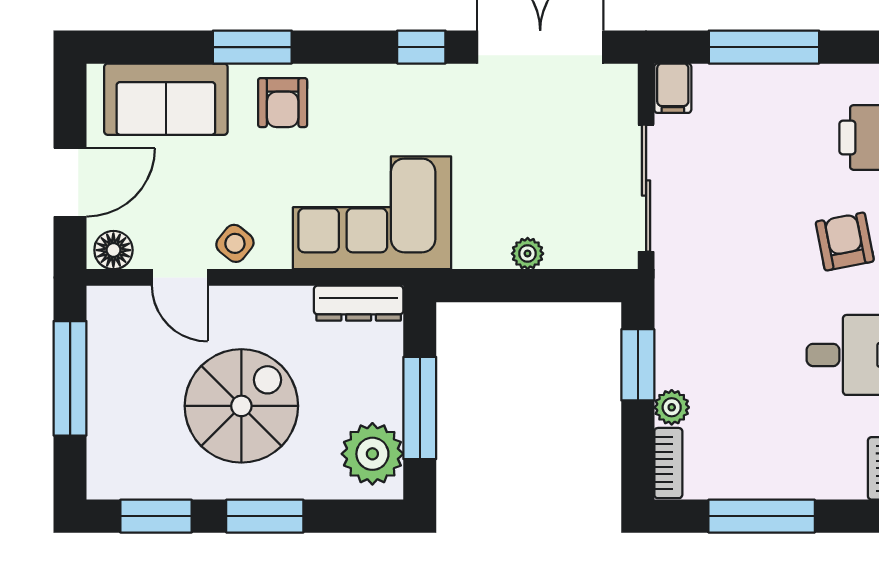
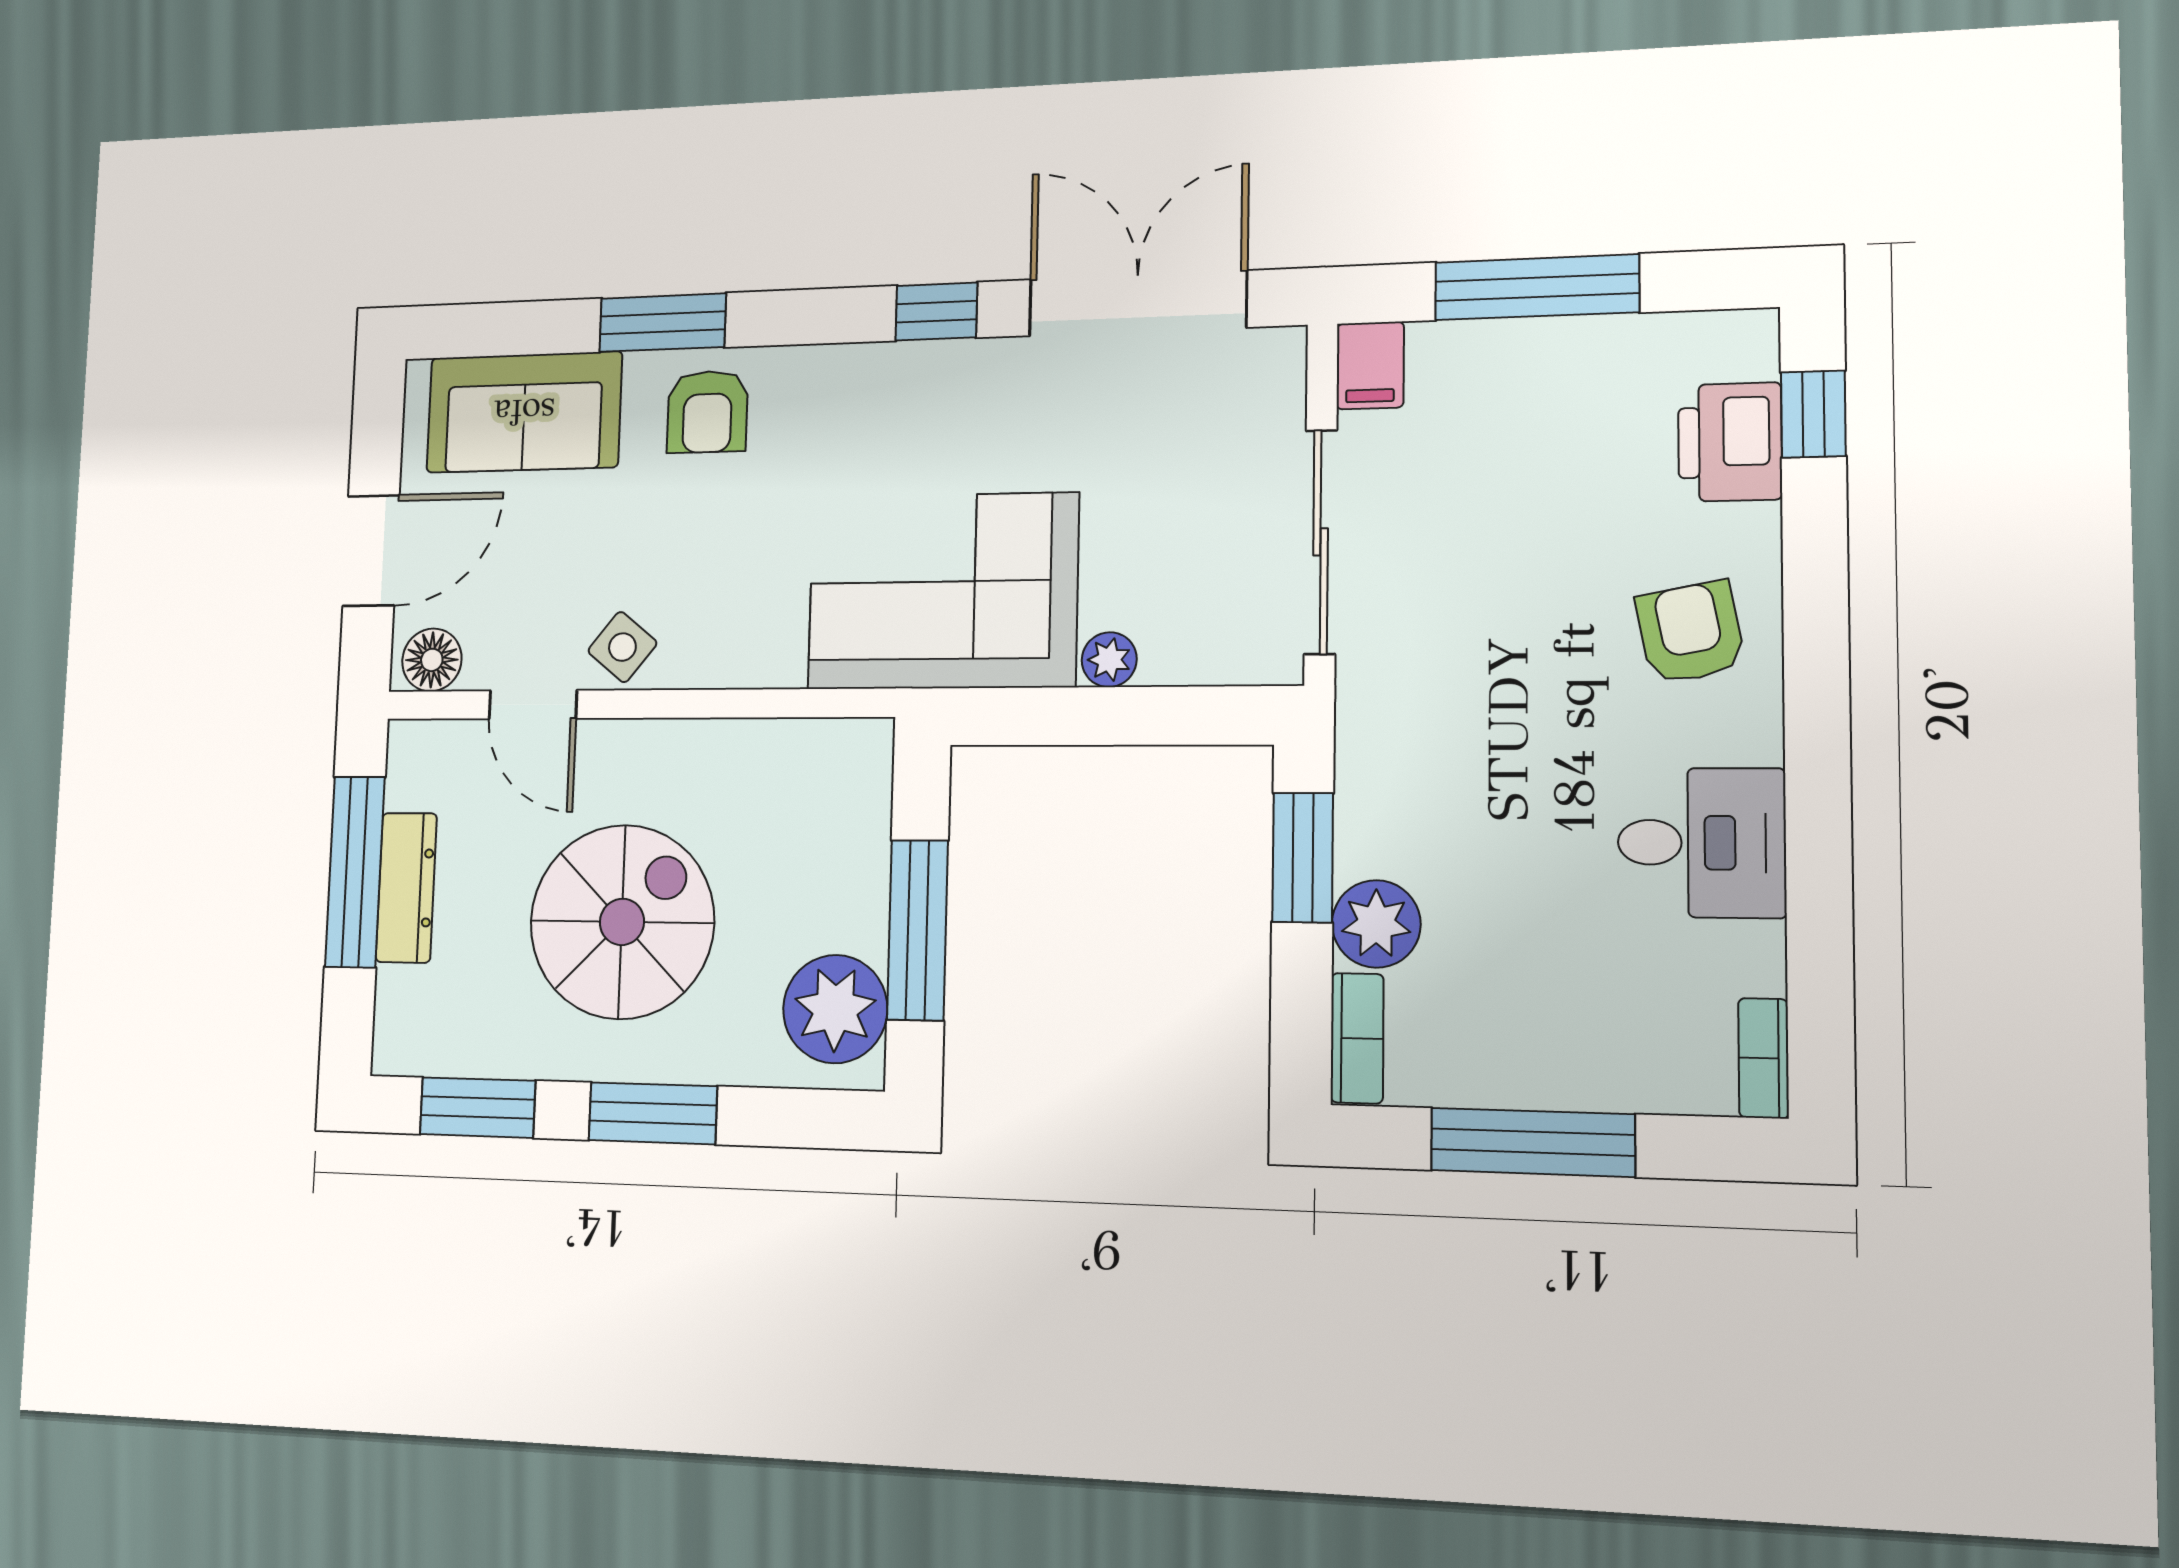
corner sofa: (372, 213) -> (943, 591), moved
dresser: (359, 303) -> (406, 888), moved, turned -90
plant: (672, 407) -> (1376, 924), width x1.38, depth x1.38

